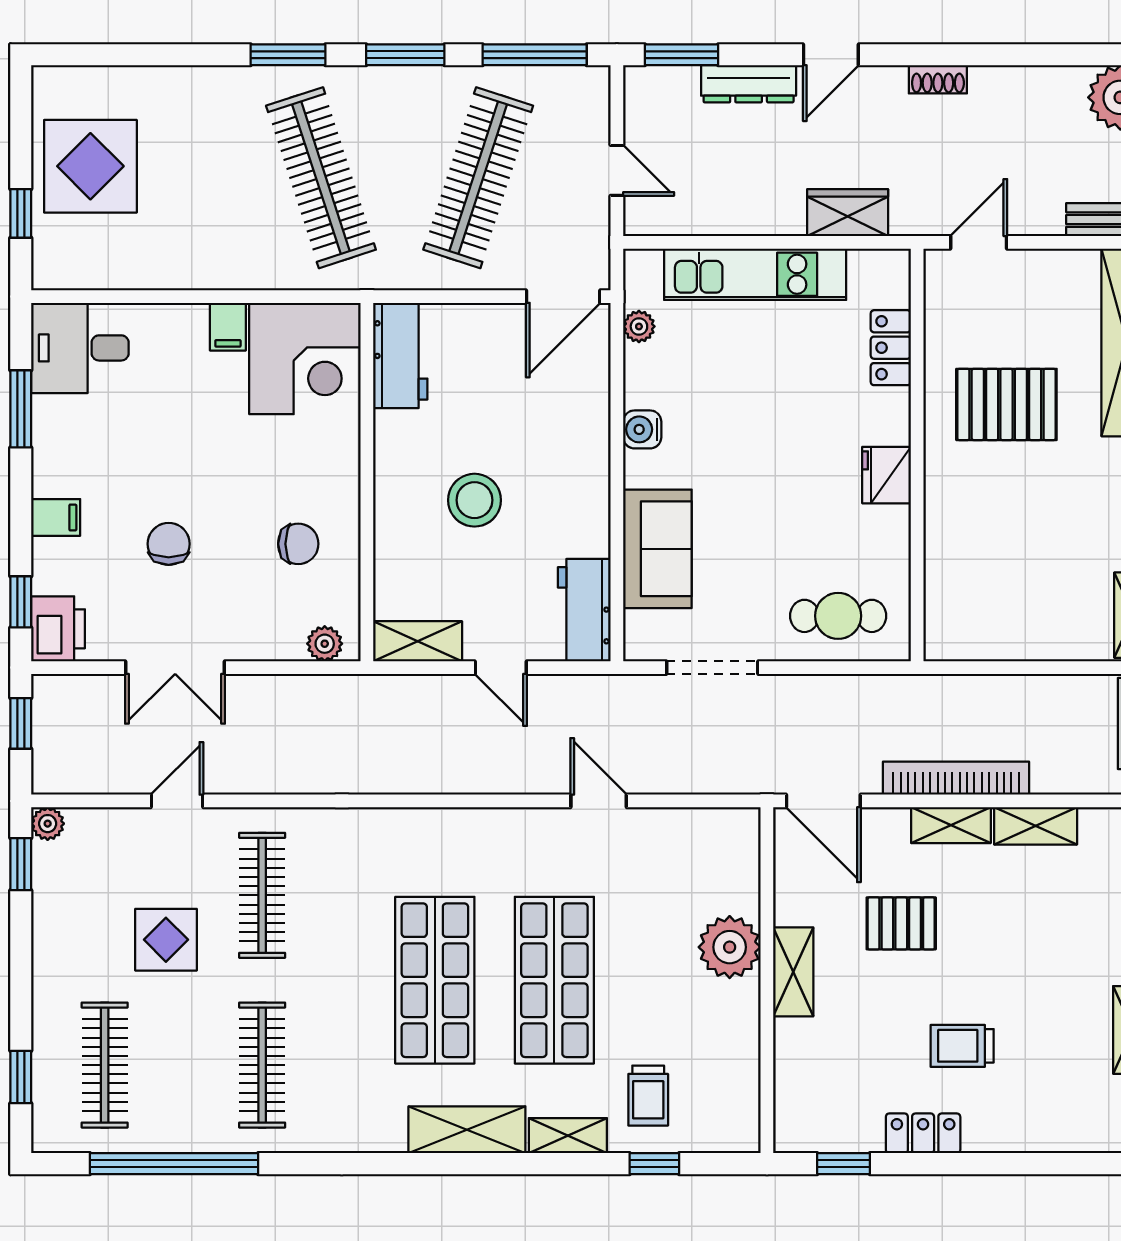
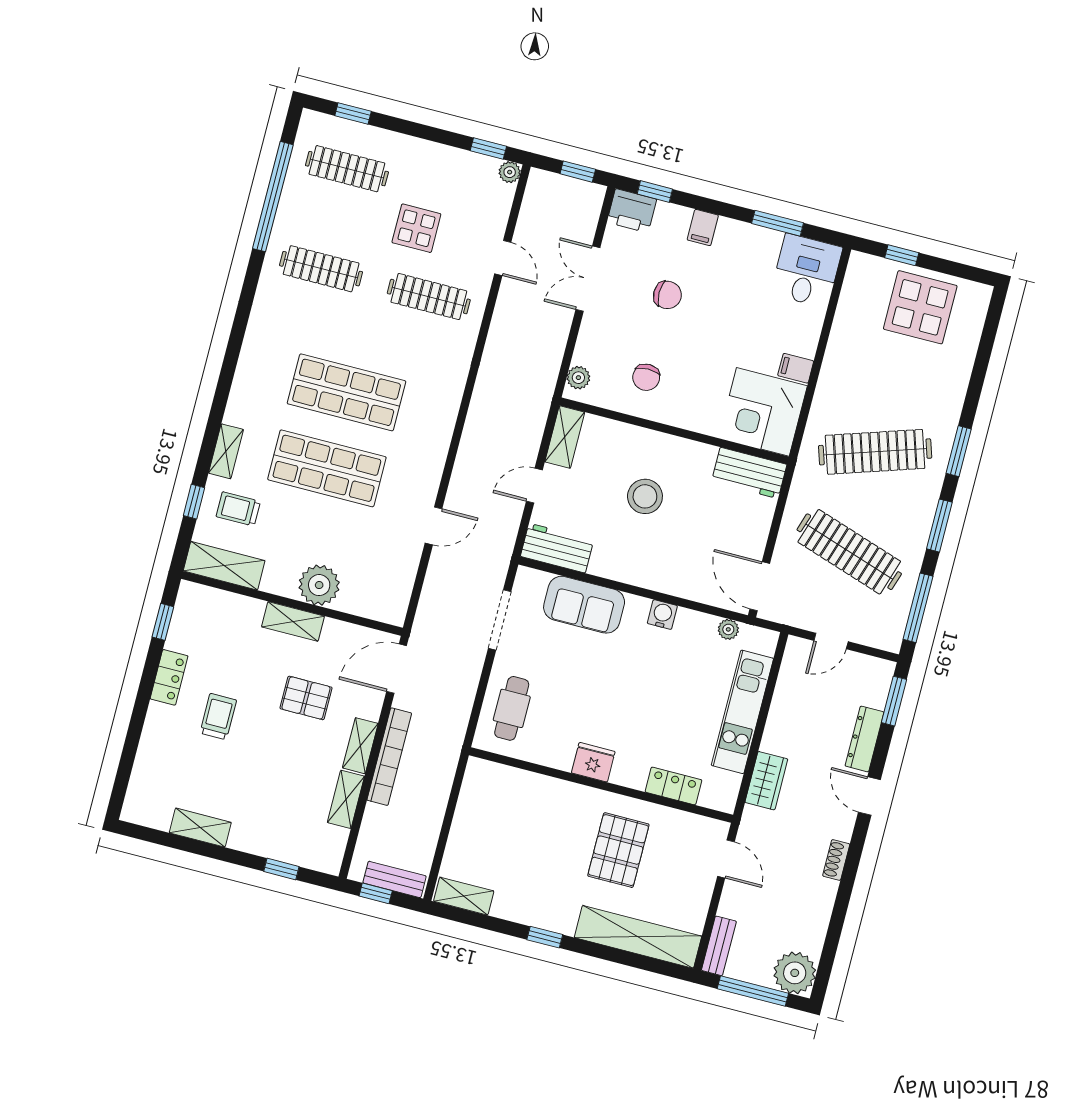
pallet: (901, 923) -> (306, 698), turned 90
shelving: (467, 1130) -> (224, 566), moved, turned 90

